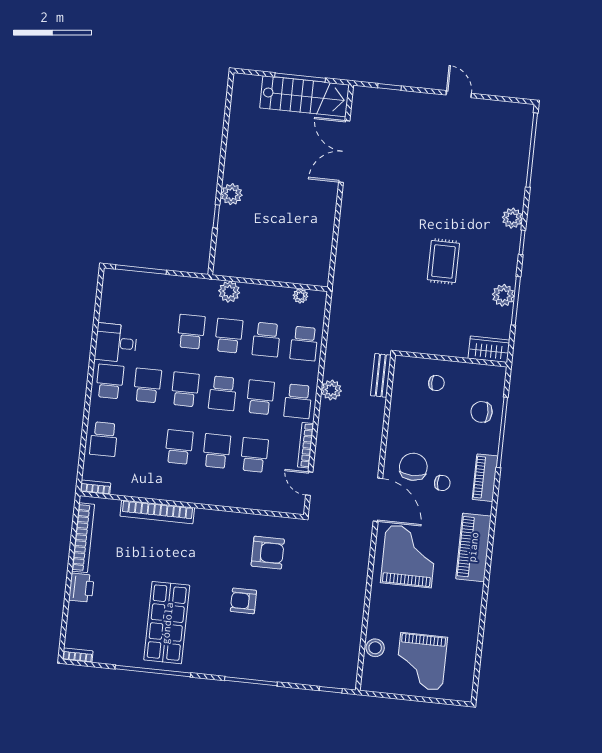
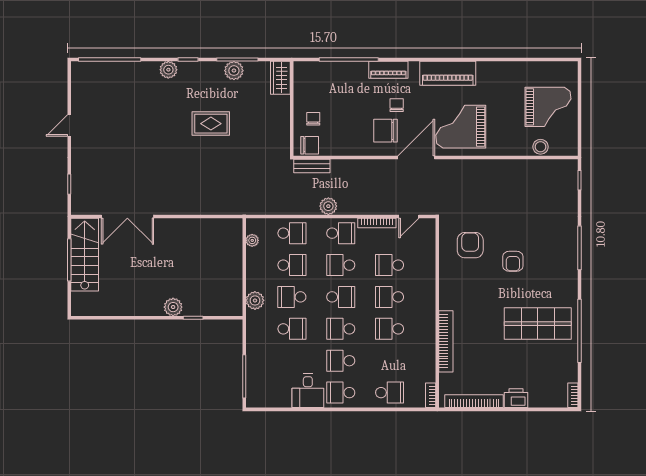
school desk: (191, 332) -> (292, 329), turned 180
chair: (482, 412) -> (310, 145), moved, turned -90

